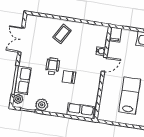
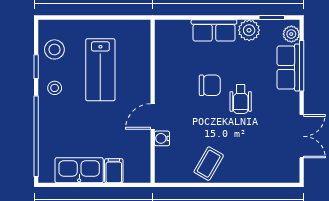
coffee table: (62, 34) -> (209, 164), moved
filing cabinet: (115, 35) -> (114, 171), moved
row of seats: (81, 111) -> (214, 30), moved

